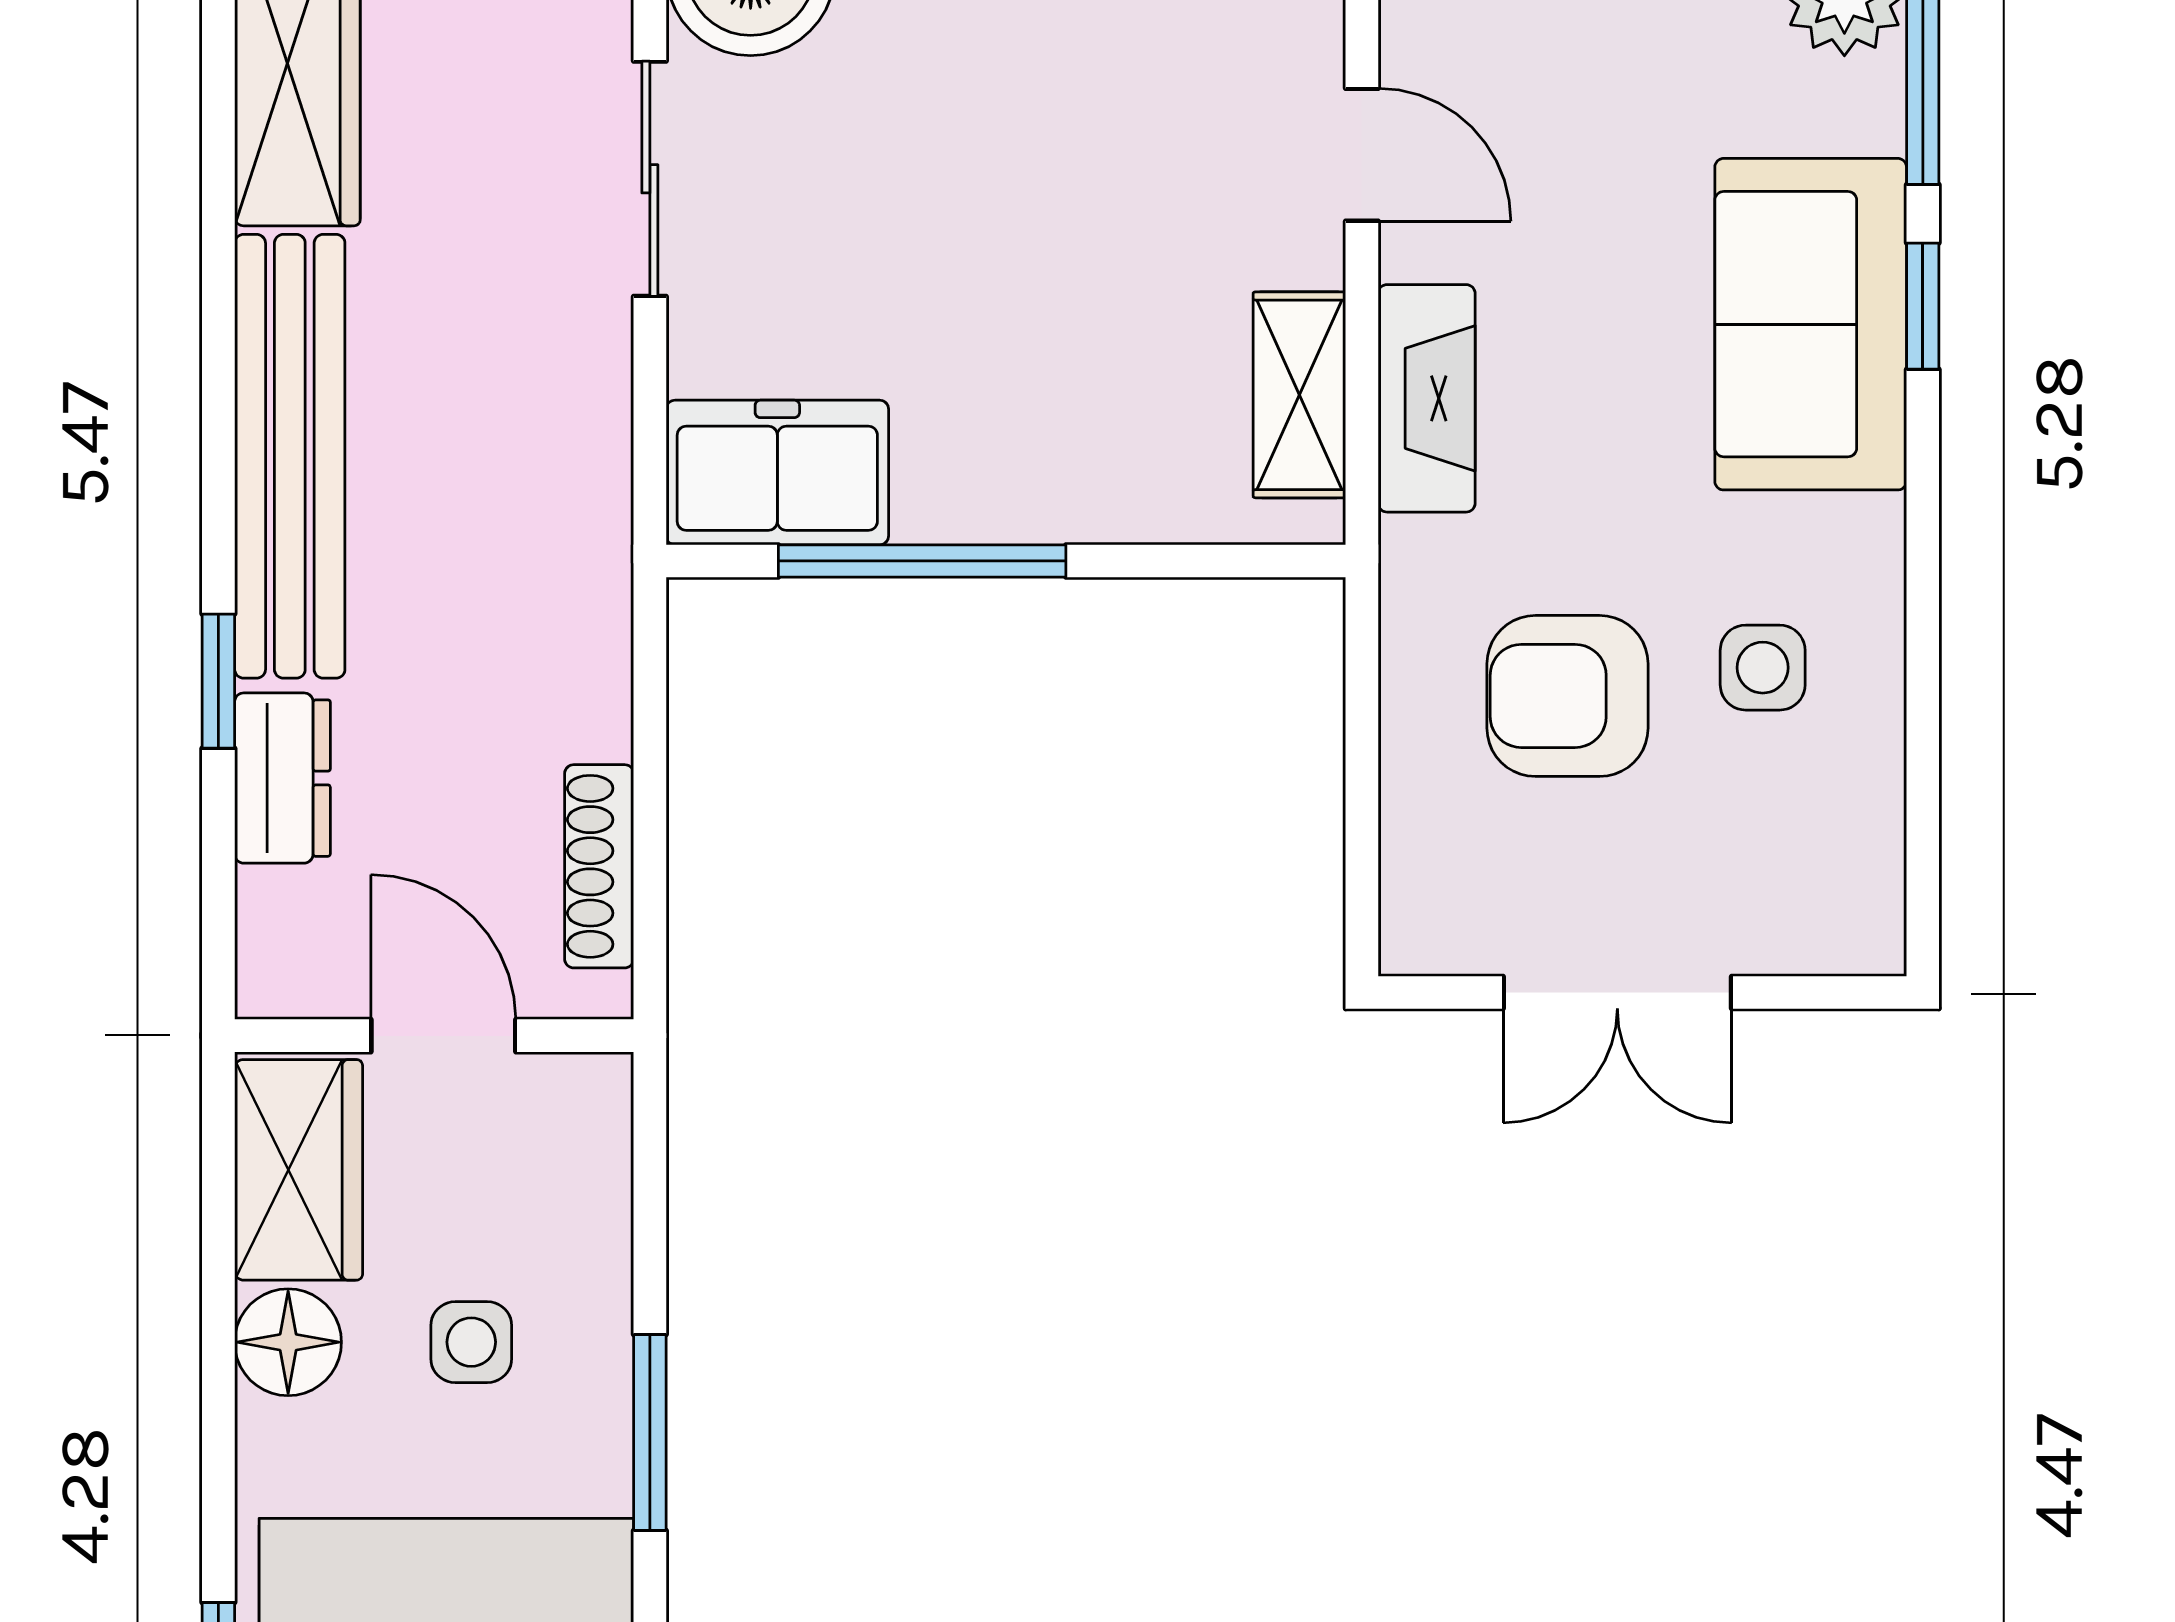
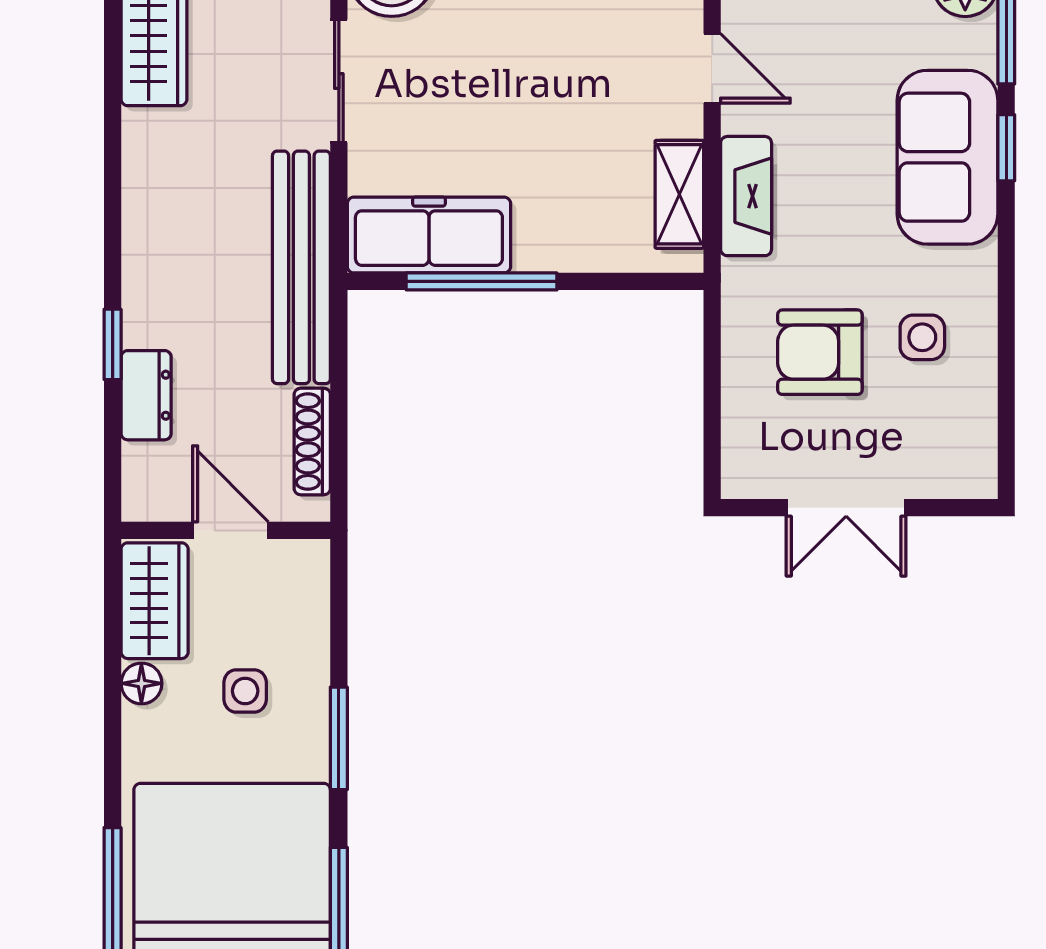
bench: (290, 456) -> (301, 267), moved
freezer: (777, 473) -> (429, 235), width x1.40
floor lamp: (288, 1342) -> (141, 683), width x0.73, depth x0.73

